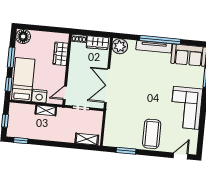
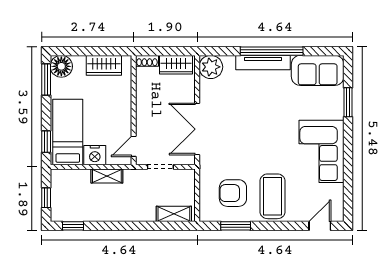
wardrobe: (61, 54) -> (104, 65), moved, turned -90
window: (11, 57) -> (46, 80), moved
armchair: (126, 129) -> (233, 193), added

